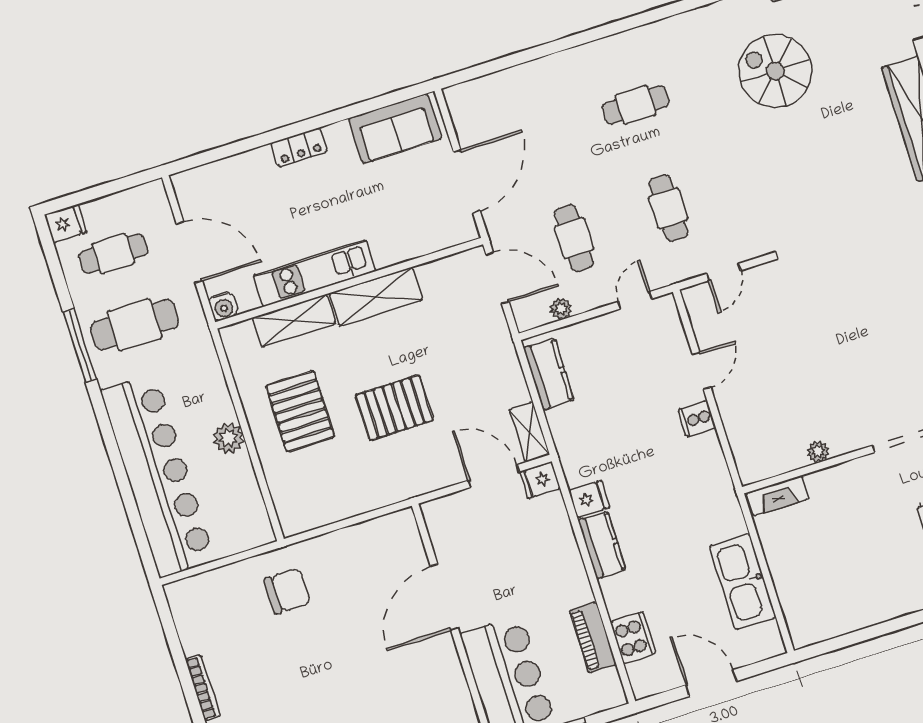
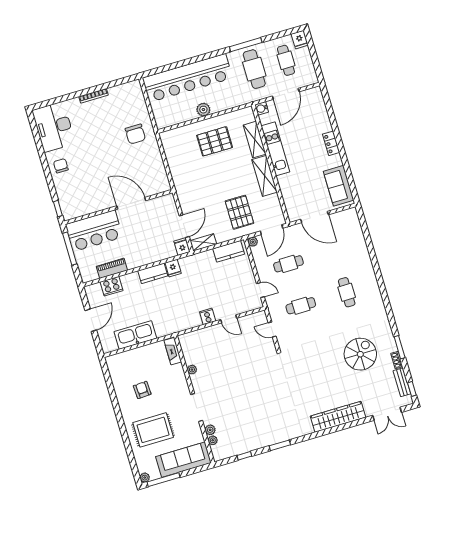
plant: (561, 309) -> (253, 242), moved
pallet: (394, 408) -> (239, 212), moved
armchair: (867, 563) -> (142, 390), added

